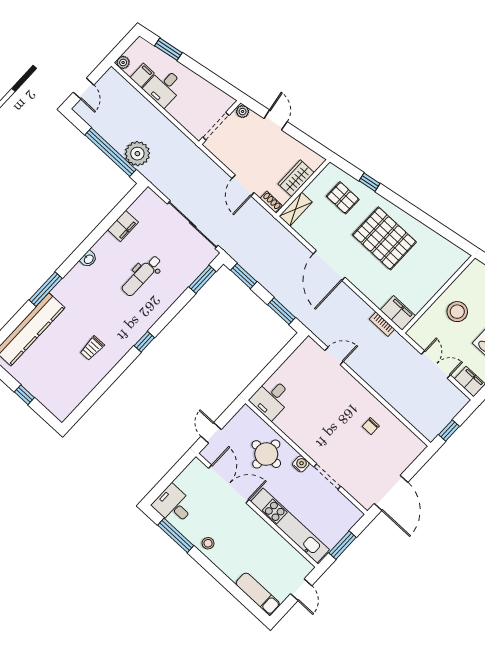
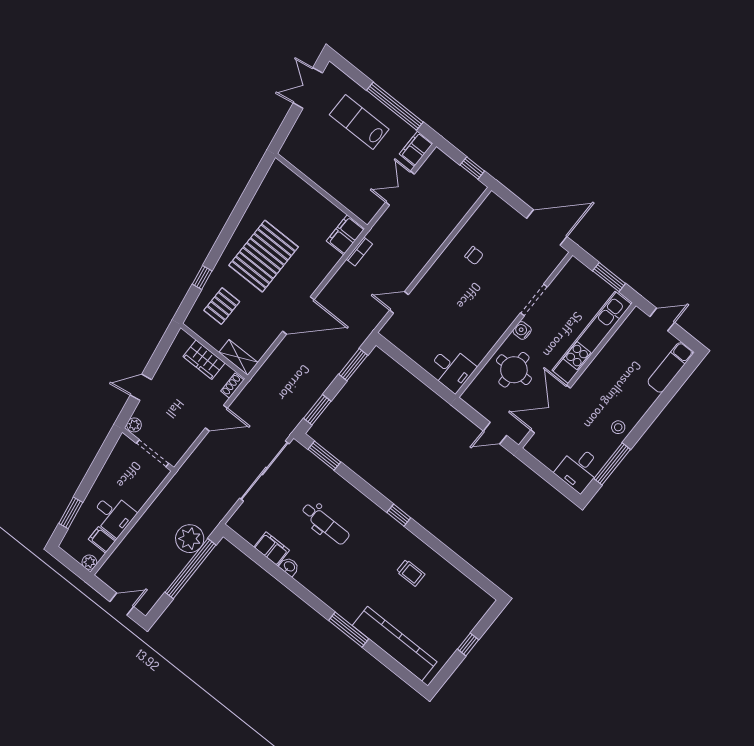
washbasin: (88, 259) -> (289, 567), moved
stool: (457, 312) -> (339, 169), removed
door: (334, 356) -> (399, 302), hinge flipped

